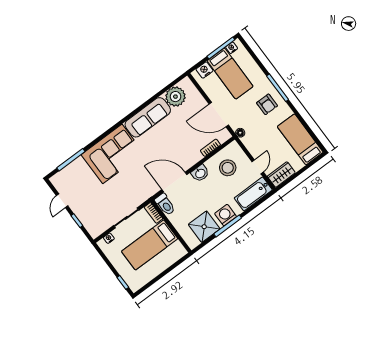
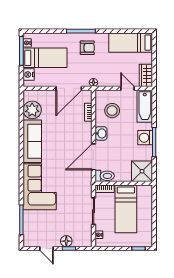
floor lamp: (82, 213) -> (66, 241), added
shower: (204, 227) -> (142, 171), moved

